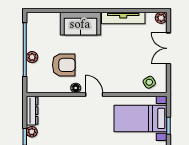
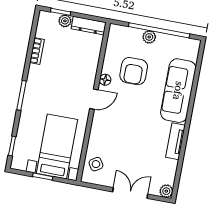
tv unit: (123, 18) -> (175, 141), width x0.71
sofa: (80, 24) -> (178, 91), width x1.36

